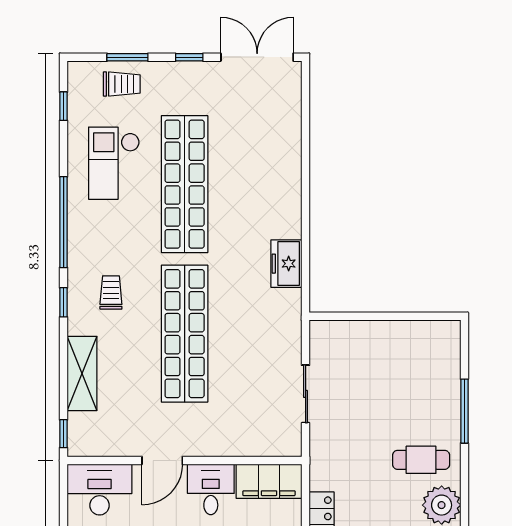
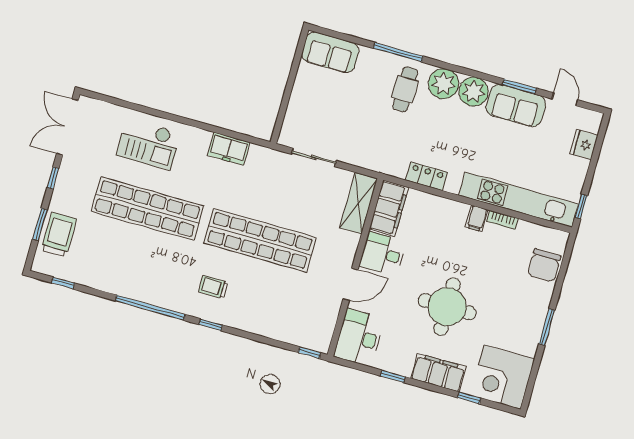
trolley: (122, 84) -> (59, 234), width x1.36, depth x1.39
checkout: (114, 163) -> (148, 144), moved
sofa: (441, 355) -> (330, 52), added
shelving: (82, 373) -> (358, 203), moved, turned 90
sliding door: (306, 394) -> (314, 157), moved
window: (464, 411) -> (398, 52), moved
door: (162, 461) -> (351, 284), hinge flipped

